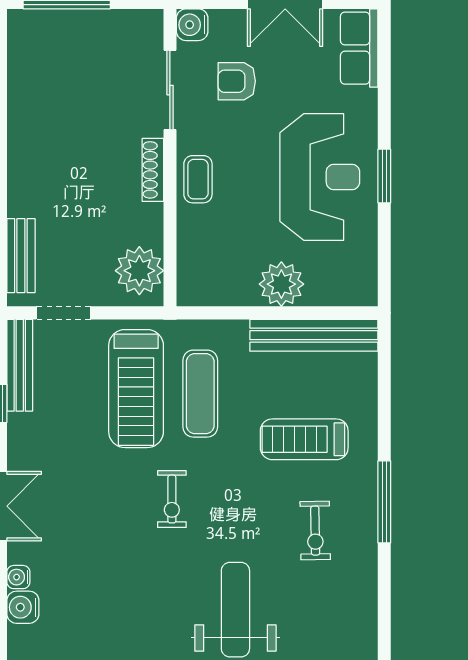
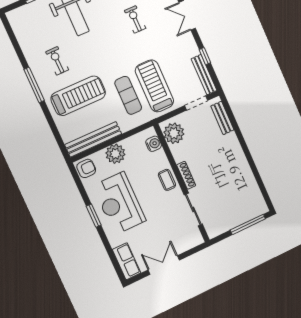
water cooler: (192, 25) -> (154, 144), moved
armchair: (237, 81) -> (86, 168), moved
treadmill: (304, 439) -> (78, 96), width x1.37, depth x1.38
exercise bike: (172, 499) -> (135, 19), moved

